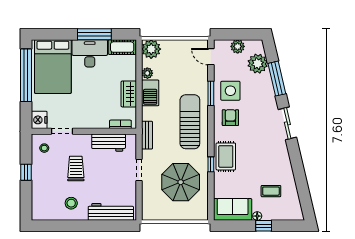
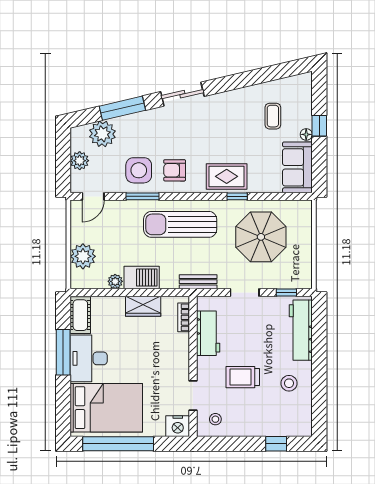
plant: (151, 49) -> (83, 256), moved
window: (26, 172) -> (276, 444), moved
window: (139, 201) -> (286, 292), added

